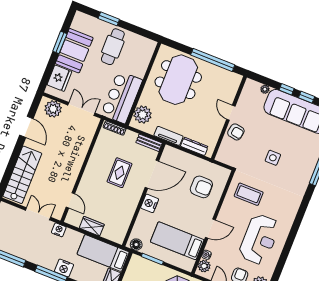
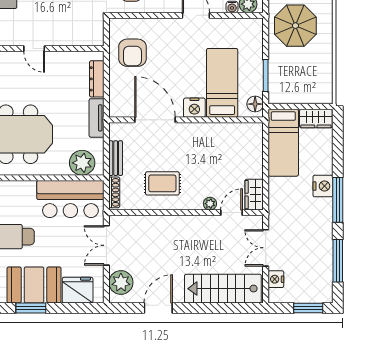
door: (231, 113) -> (34, 49), hinge flipped
armchair: (236, 132) -> (57, 32), removed
bench: (149, 143) -> (116, 158), moved
rug: (120, 173) -> (162, 183), moved
armchair: (201, 187) -> (132, 53), moved, turned 180
plant: (82, 189) -> (210, 204), added
wardrobe: (92, 226) -> (254, 195), moved
nightstand: (59, 230) -> (276, 279), moved
bed: (177, 241) -> (222, 83), moved, turned 180

